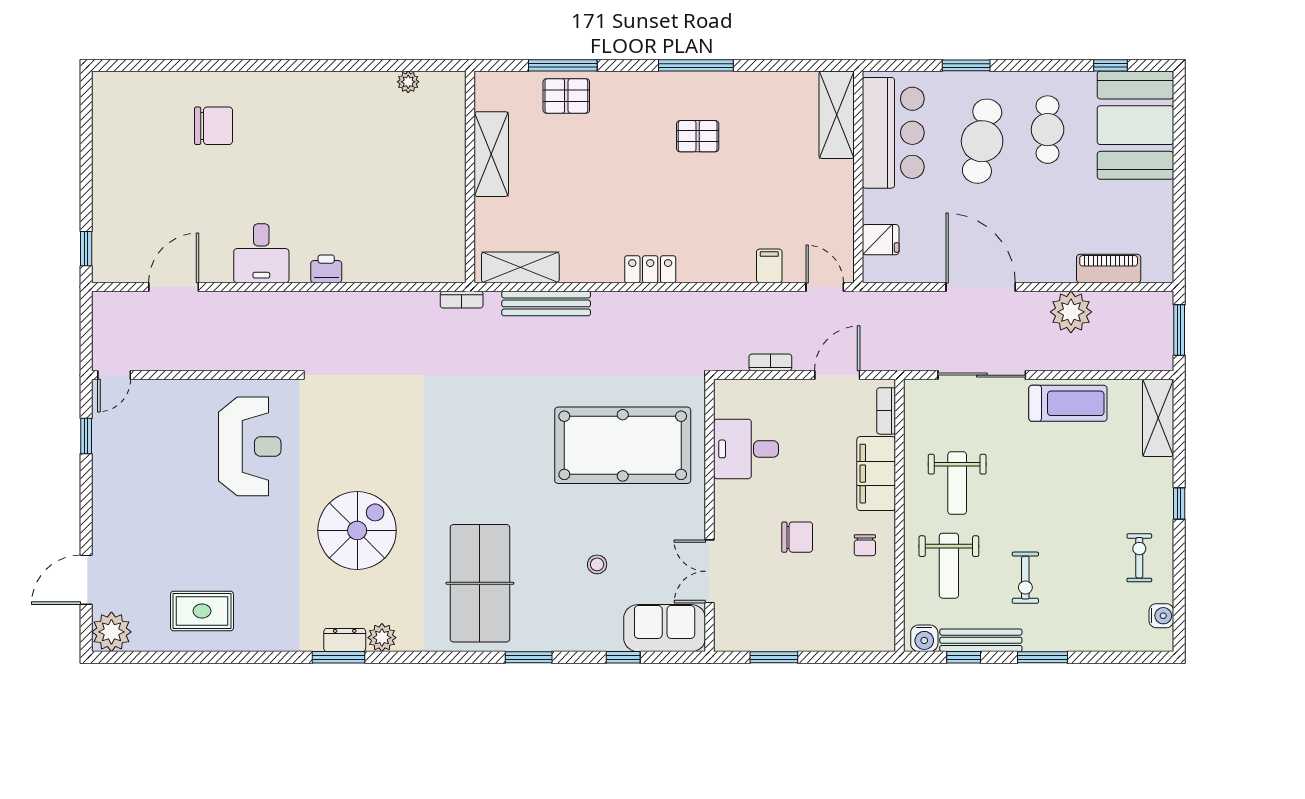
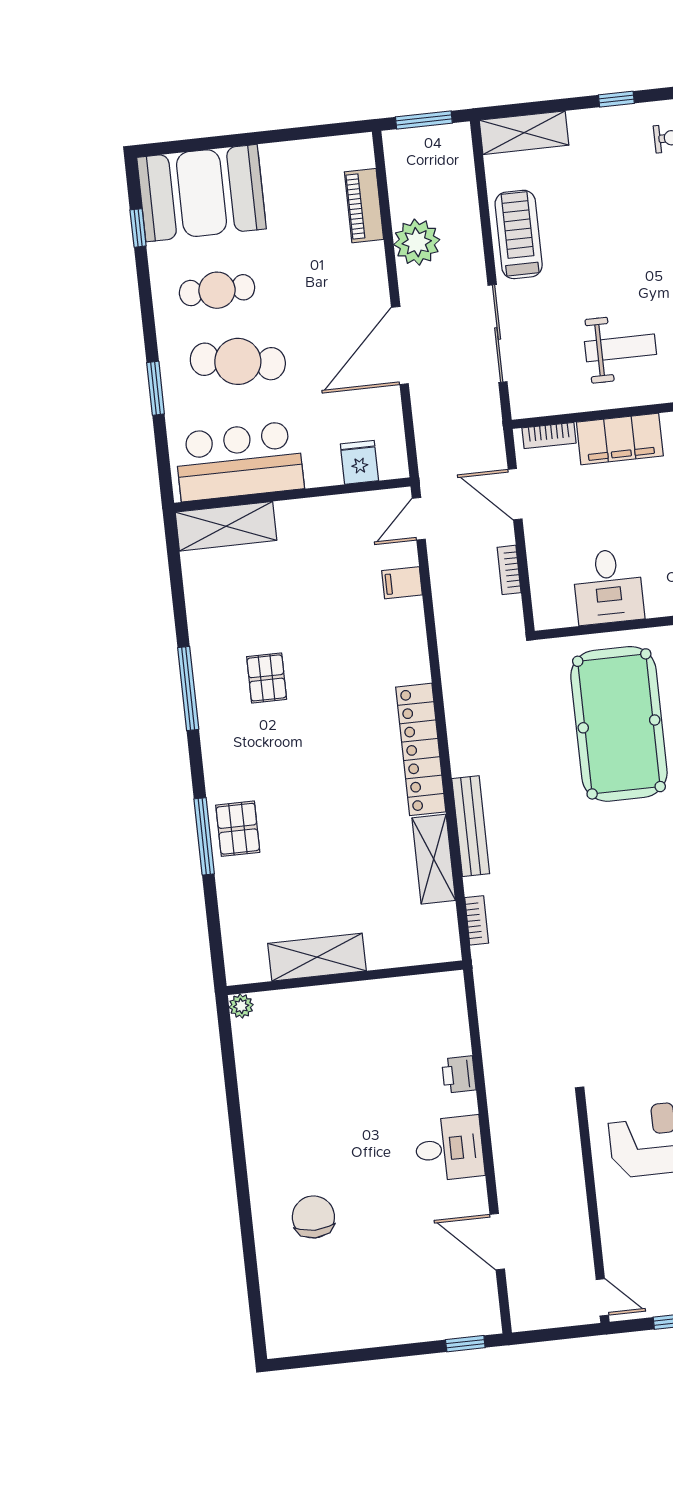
shelving: (491, 154) -> (317, 957), moved
wall: (470, 177) -> (345, 978), moved
locker: (650, 269) -> (421, 749), width x2.16, depth x1.21

